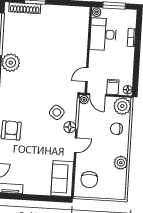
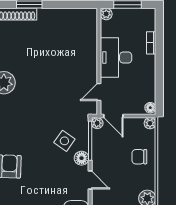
desk: (103, 34) -> (116, 58), moved
filing cabinet: (113, 87) -> (132, 105), removed
plant: (122, 106) -> (150, 123), width x0.53, depth x0.53
door: (76, 145) -> (90, 180), hinge flipped

